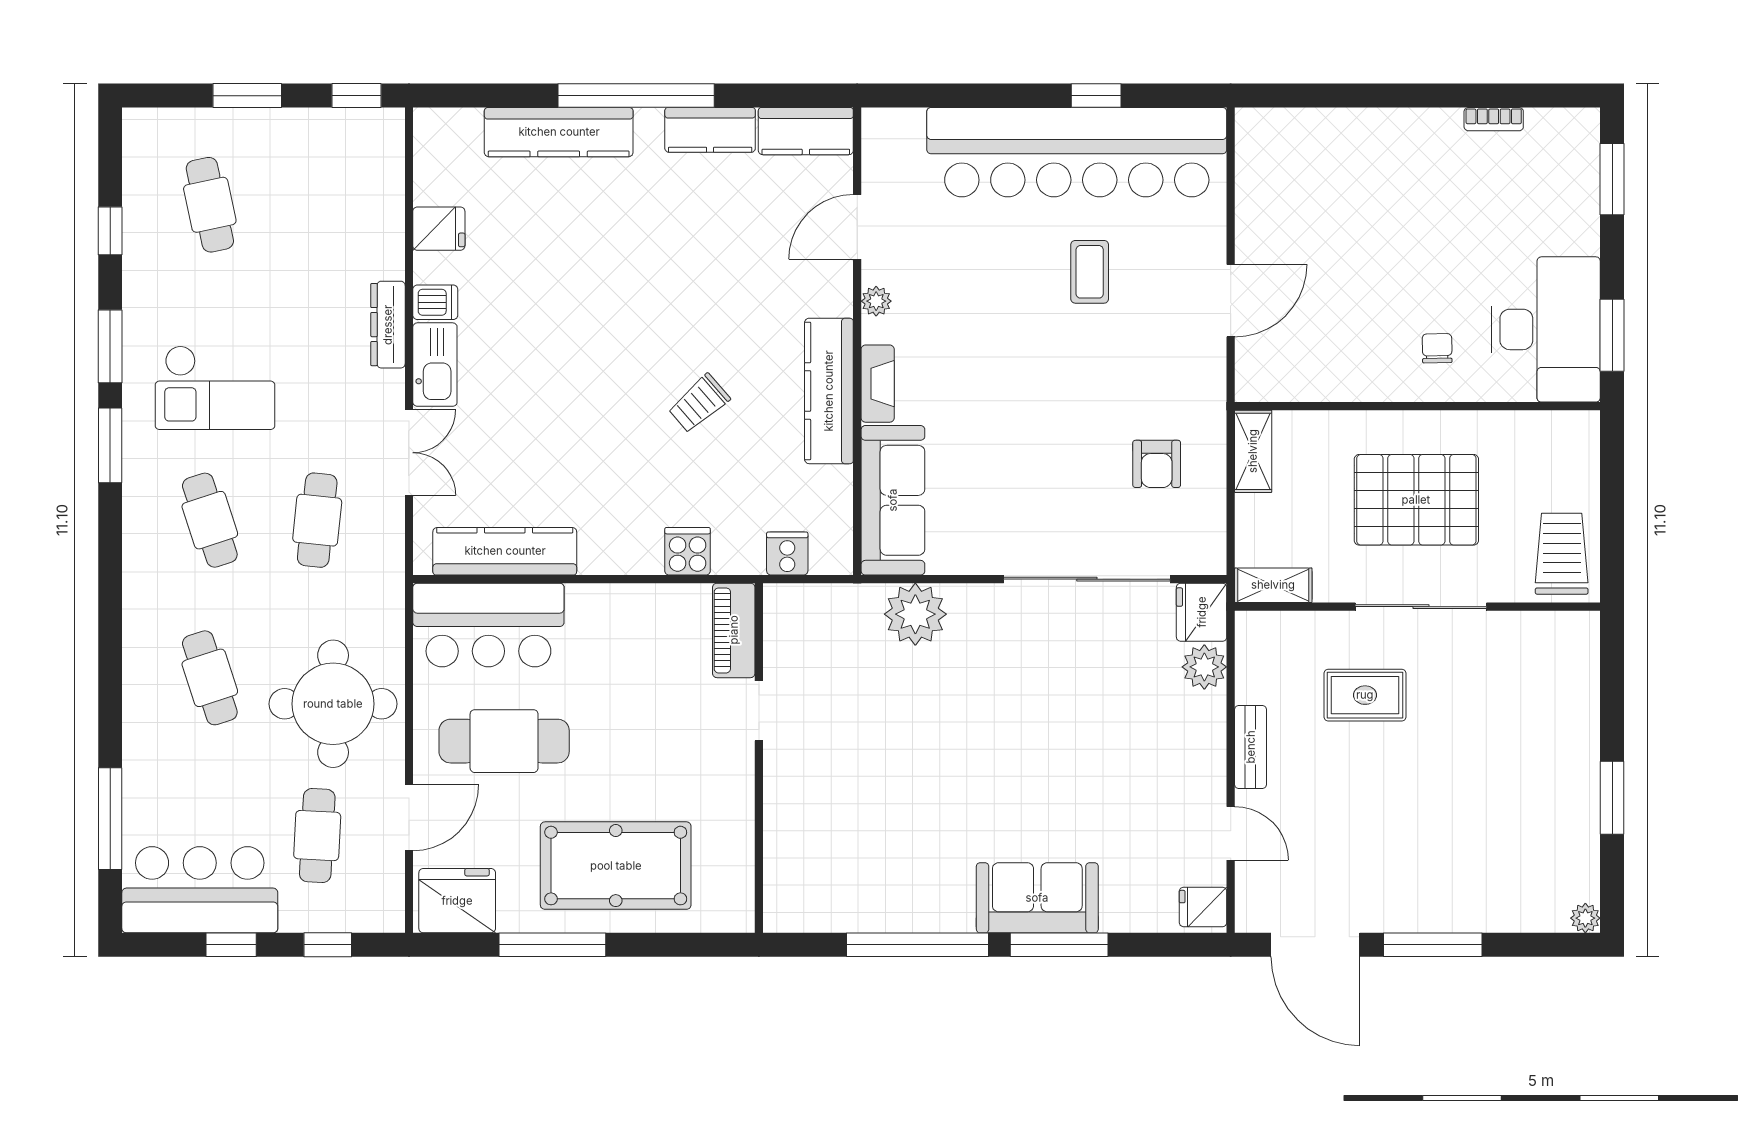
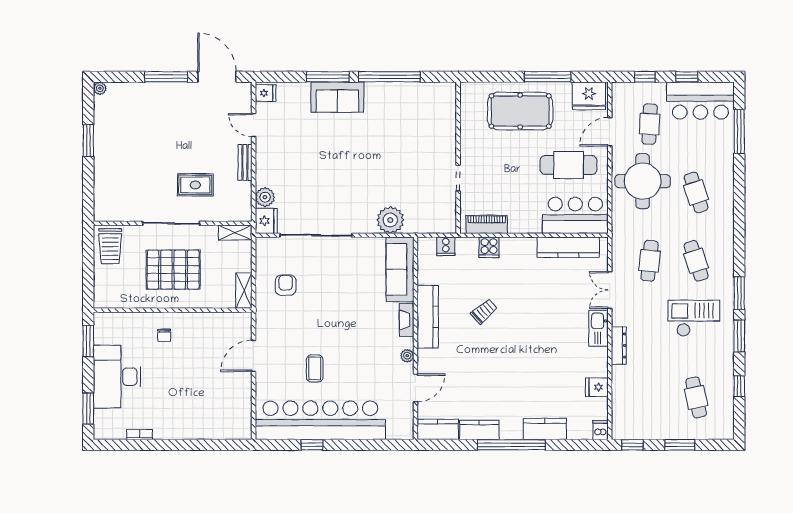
kitchen counter: (559, 132) -> (545, 429), width x0.67
dishwasher: (435, 302) -> (601, 430), moved, turned 90
desk: (1546, 329) -> (117, 377), moved
piano: (734, 630) -> (487, 224), moved, turned -90

